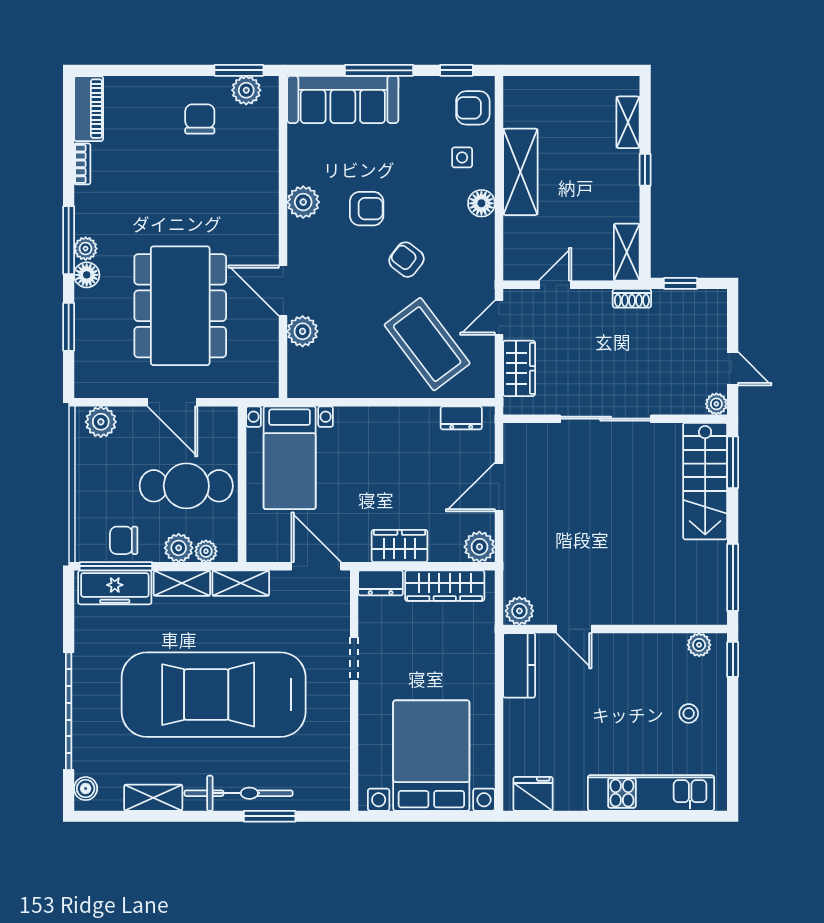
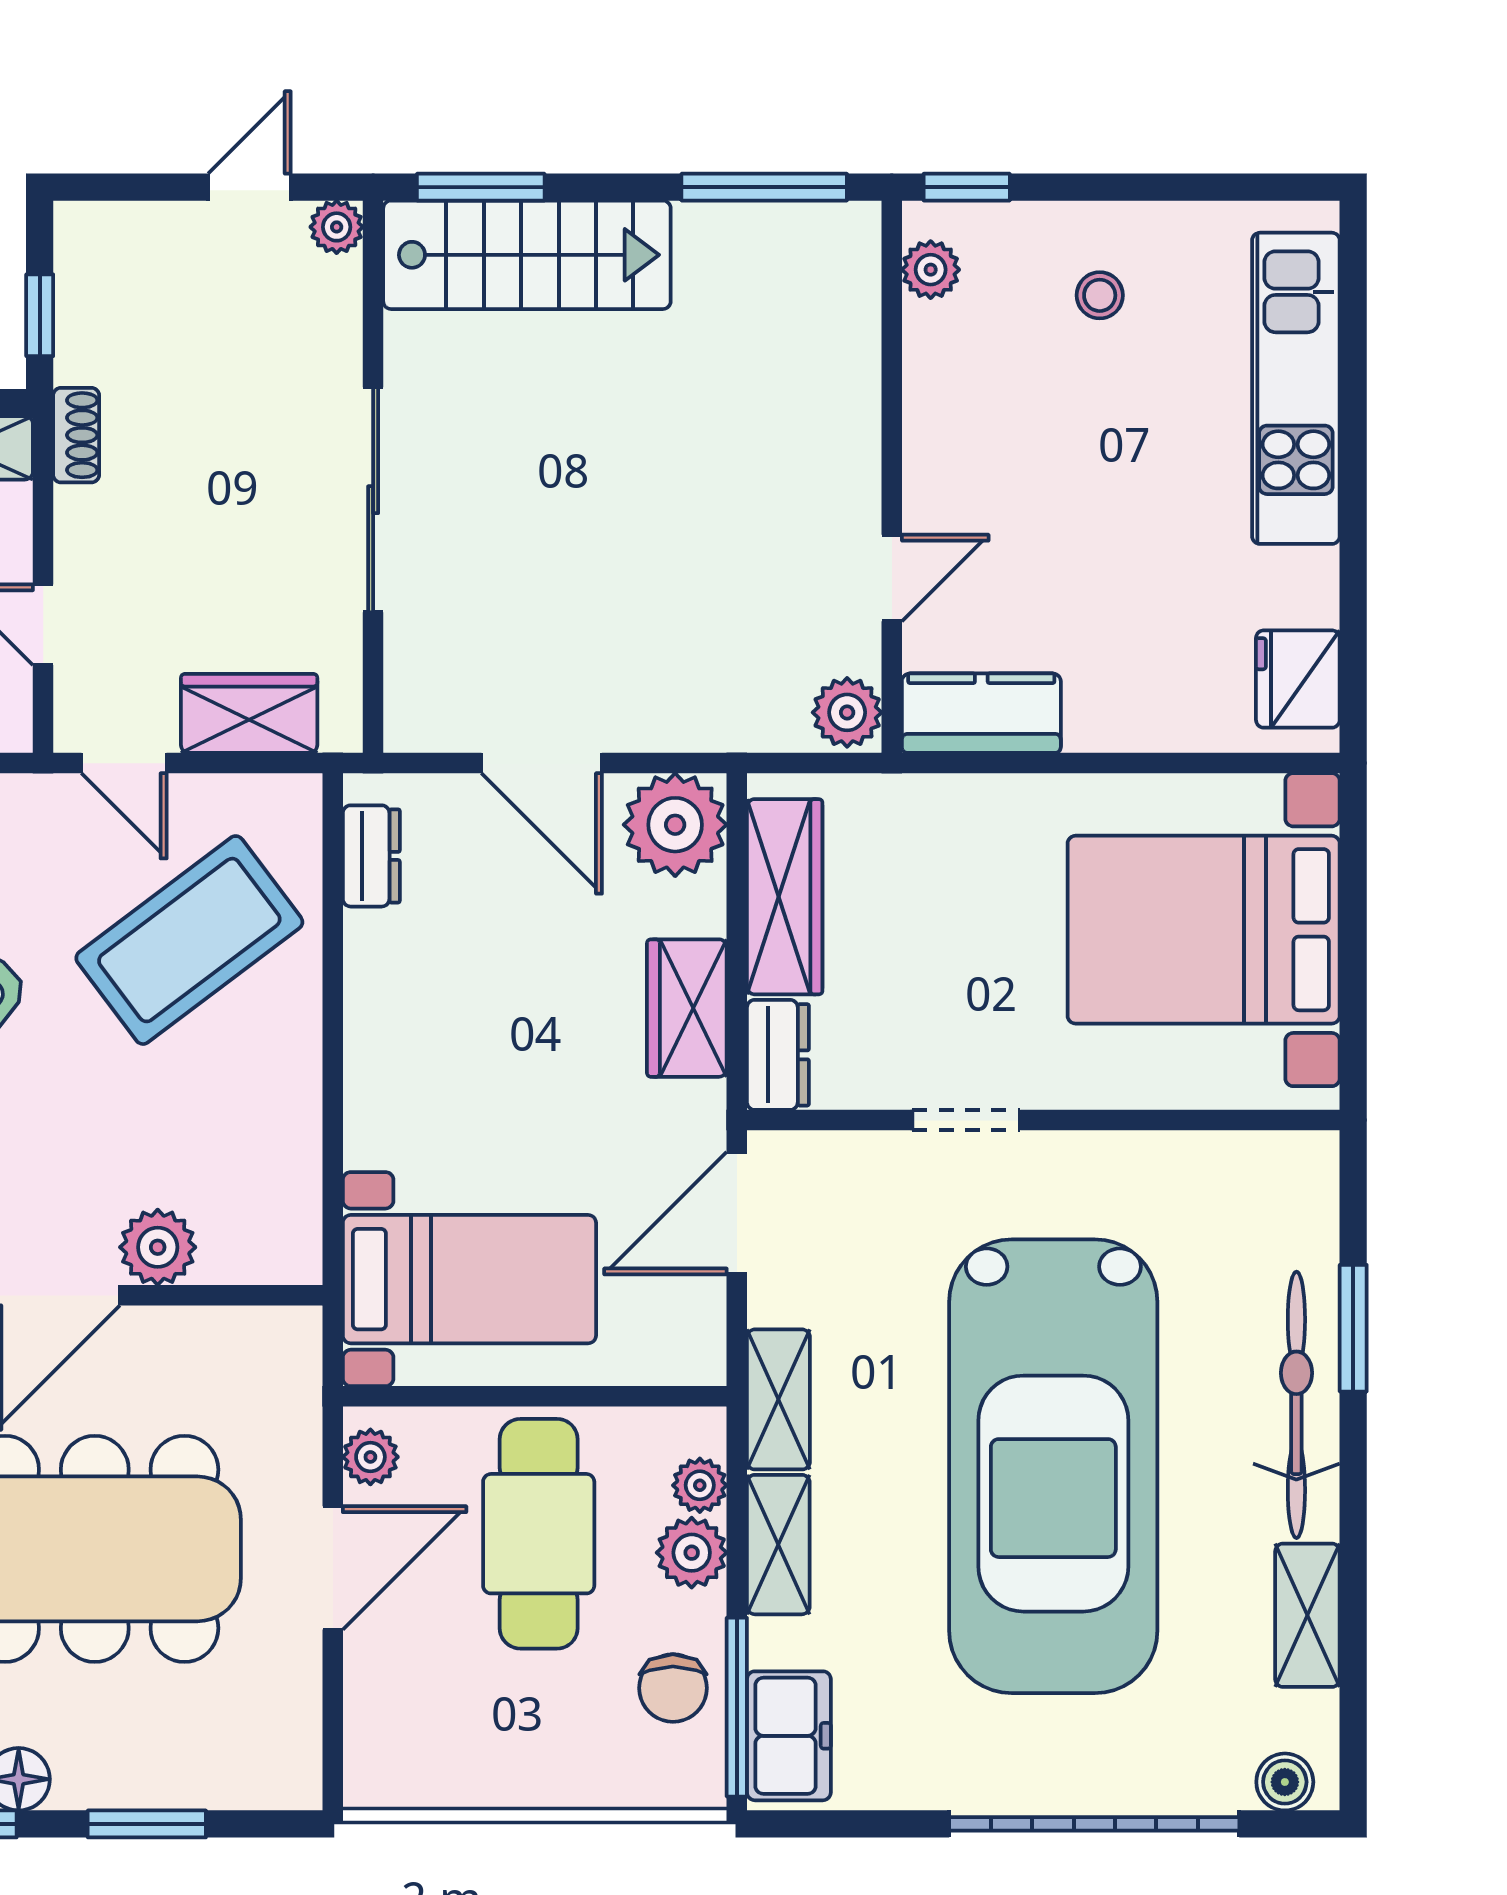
plant: (101, 422) -> (370, 1457), moved, width x0.73, depth x0.73
plant: (479, 547) -> (675, 825), width x1.36, depth x1.36
freezer: (115, 587) -> (789, 1736), width x0.71

